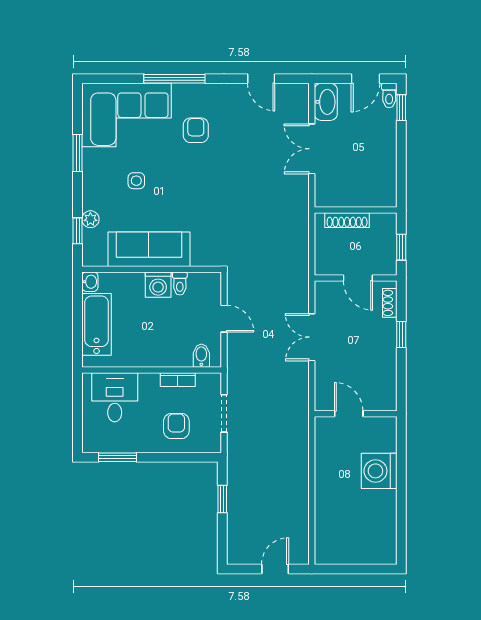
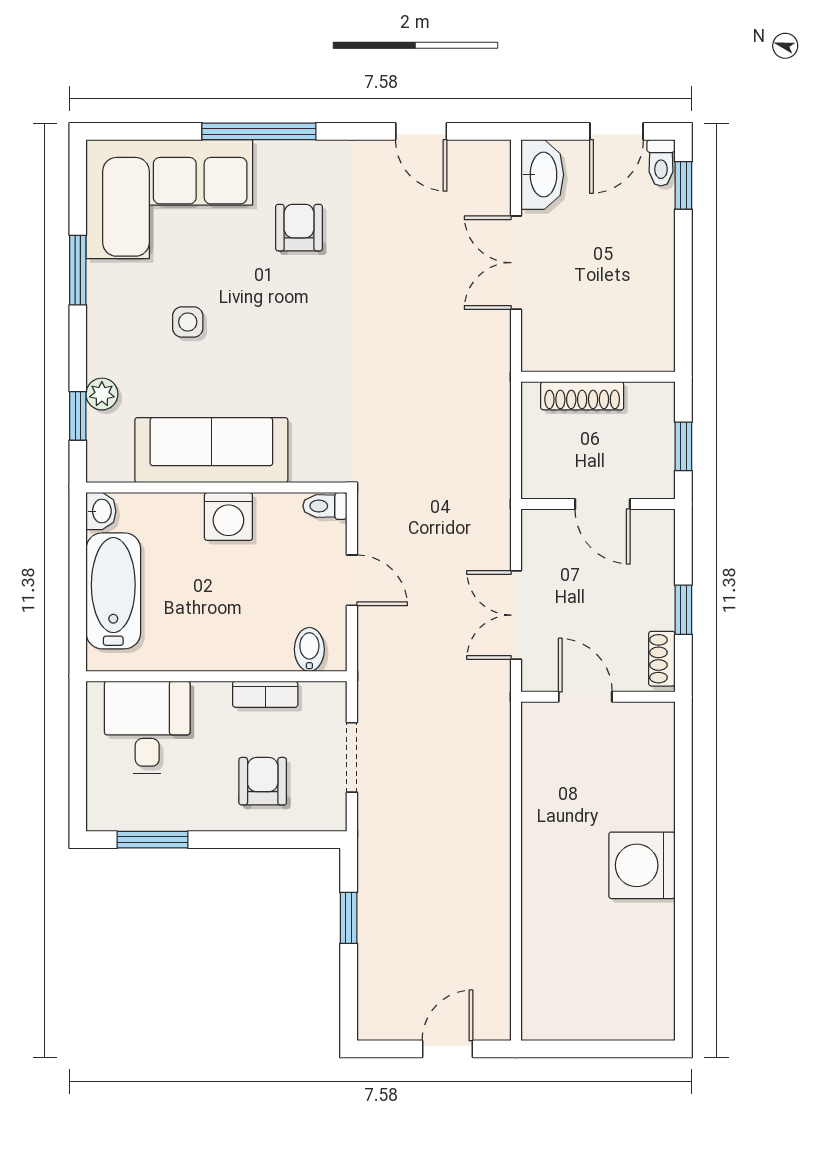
toilet: (180, 284) -> (325, 506), moved, turned 90
shoe rack: (390, 303) -> (662, 659), moved
door: (349, 414) -> (585, 697), moved
wall: (356, 414) -> (598, 697), moved

